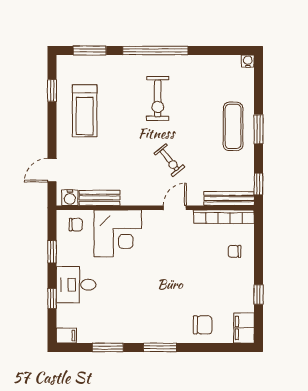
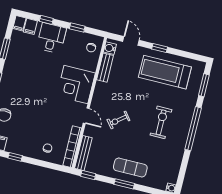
window: (52, 91) -> (160, 48), moved
exercise bike: (158, 98) -> (161, 122), turned 90
treadmill: (85, 111) -> (165, 72), width x1.37, depth x1.38
corner desk: (118, 233) -> (76, 84), moved
filing cabinet: (67, 319) -> (30, 26), added

